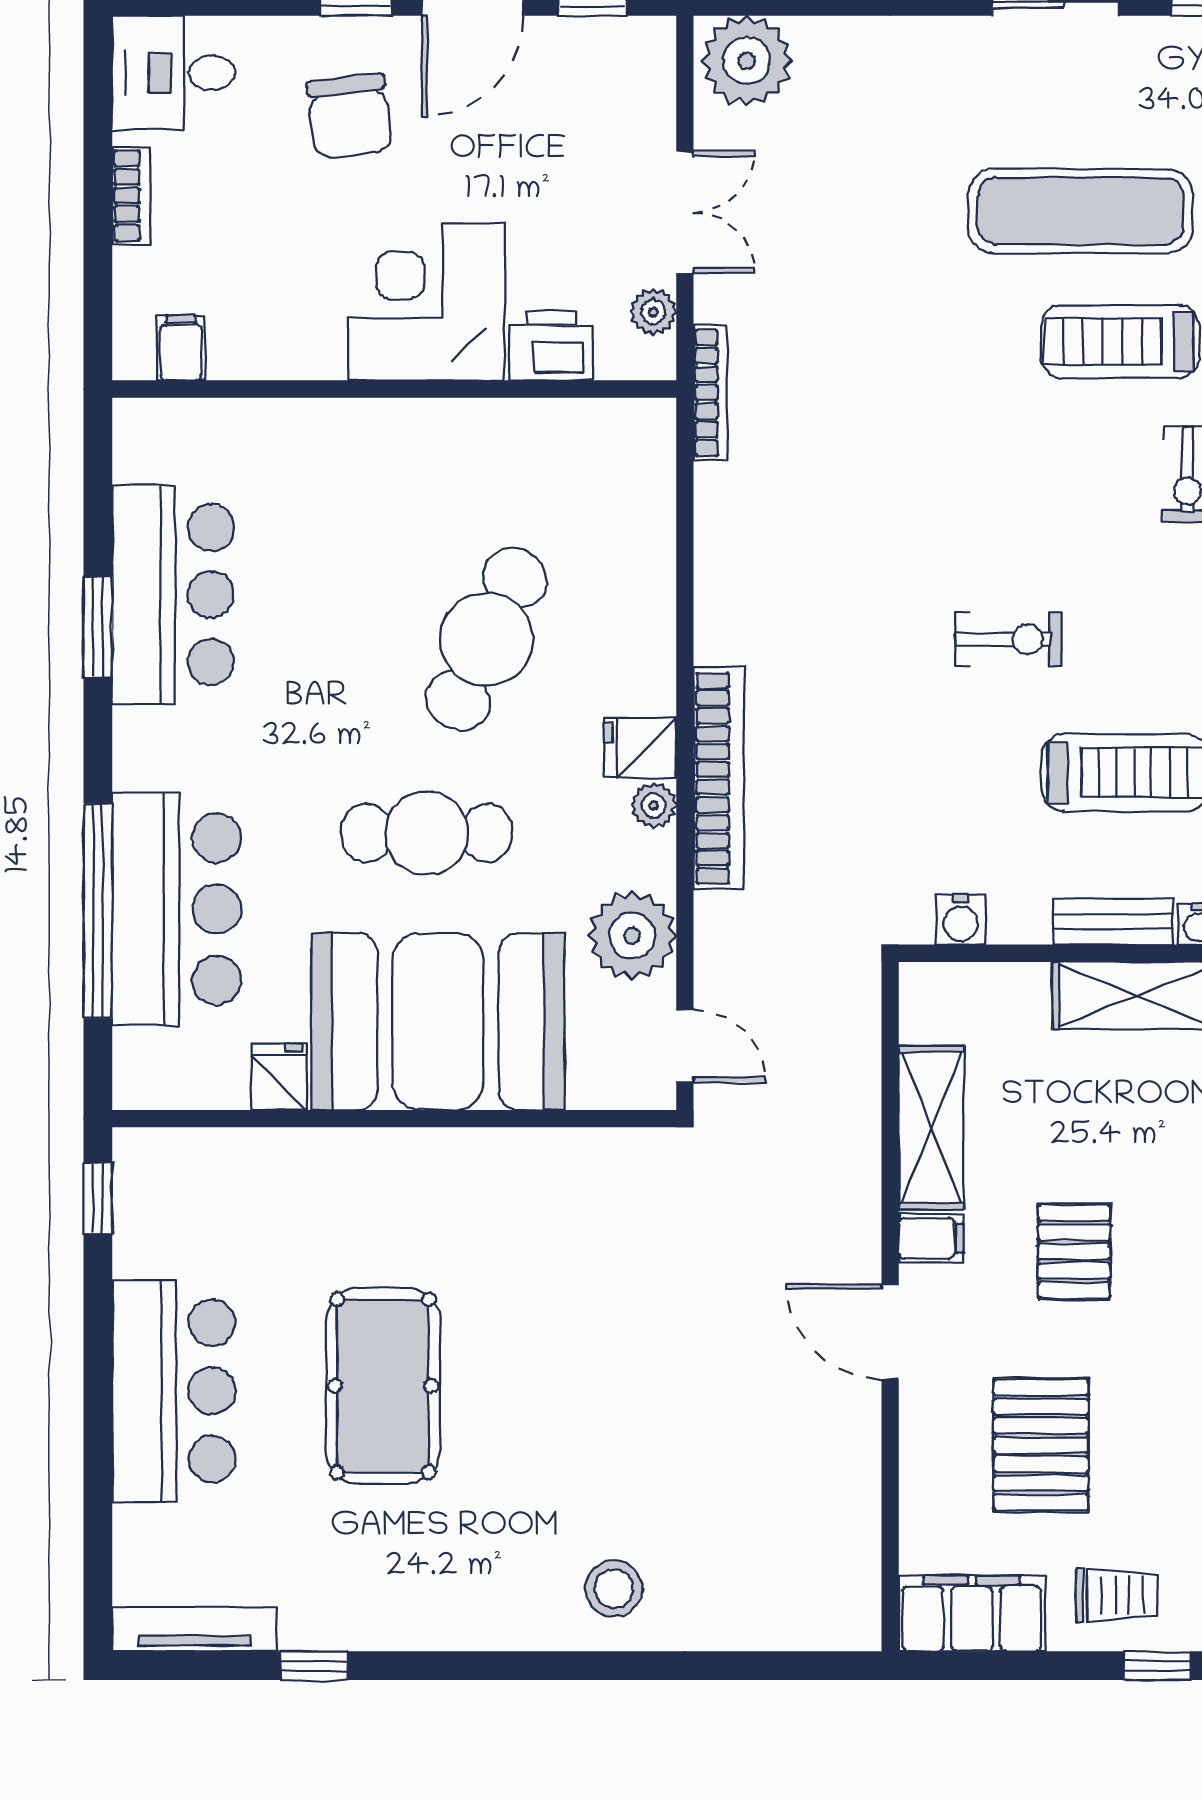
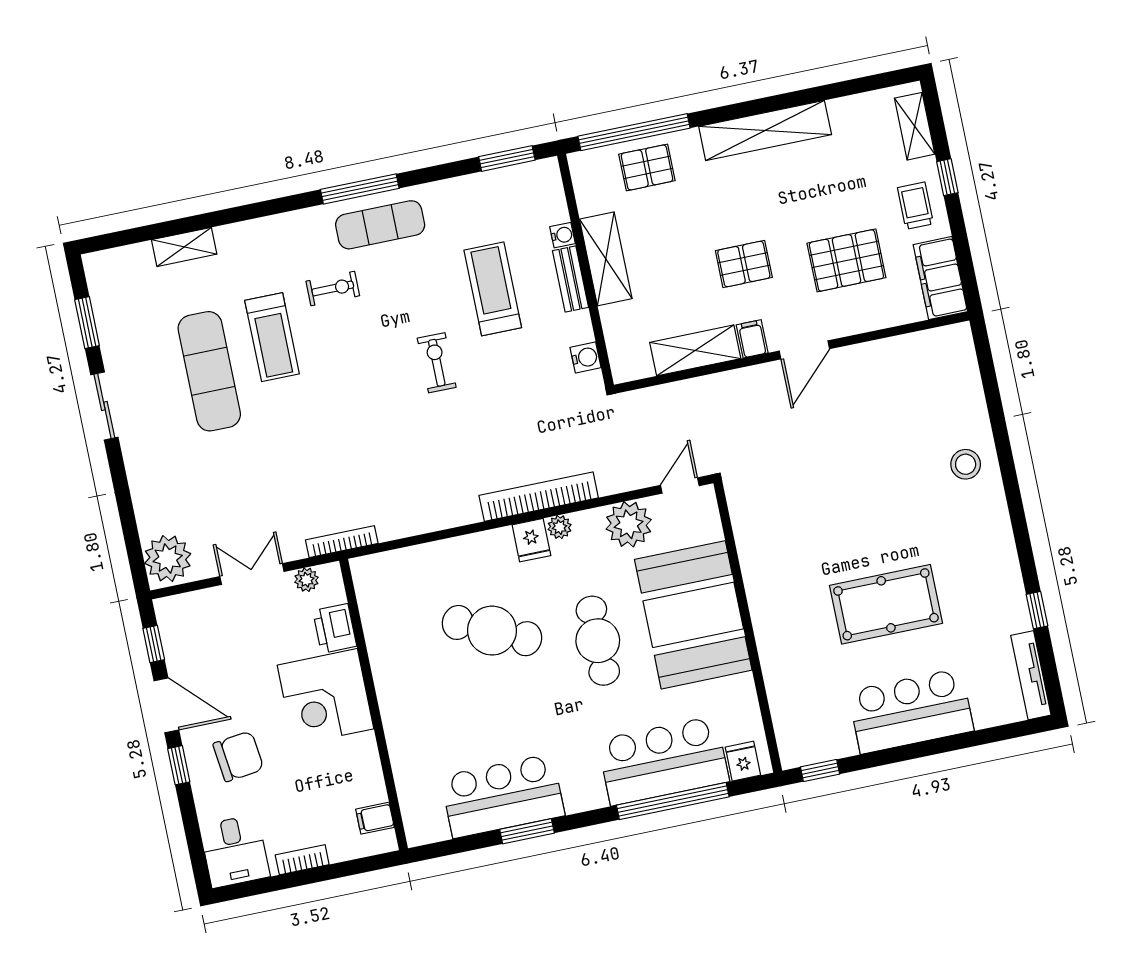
fridge: (279, 1077) -> (743, 761), moved, turned 90

